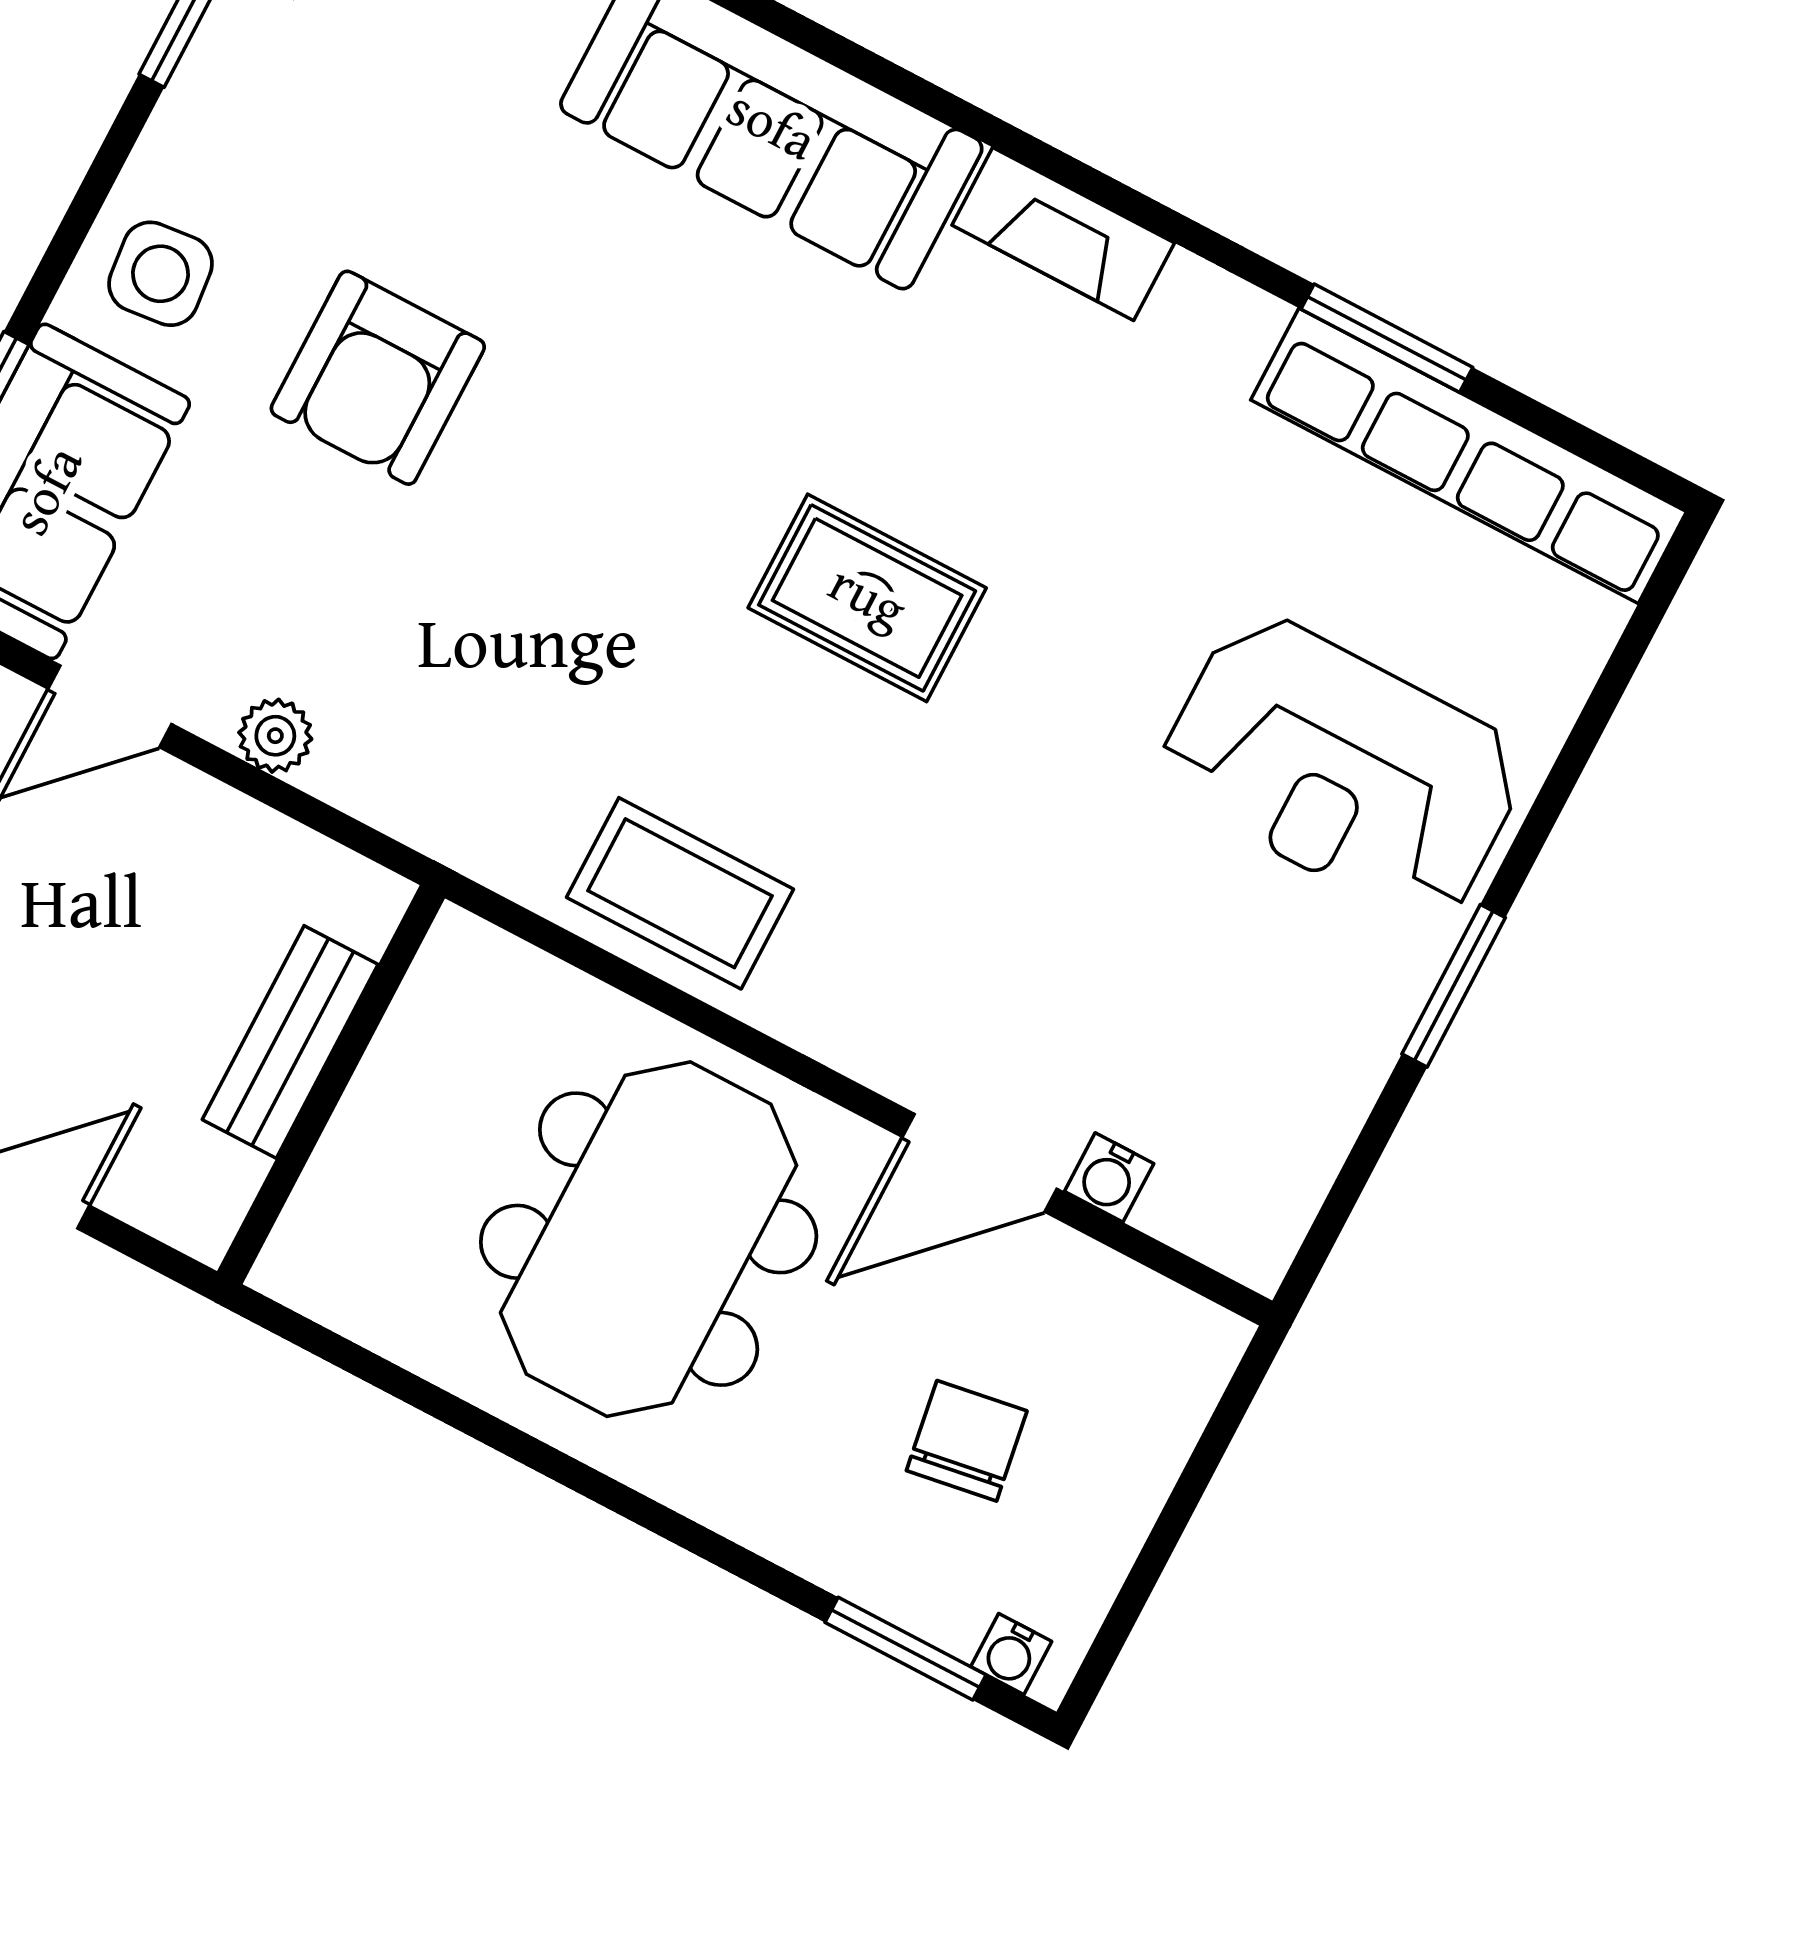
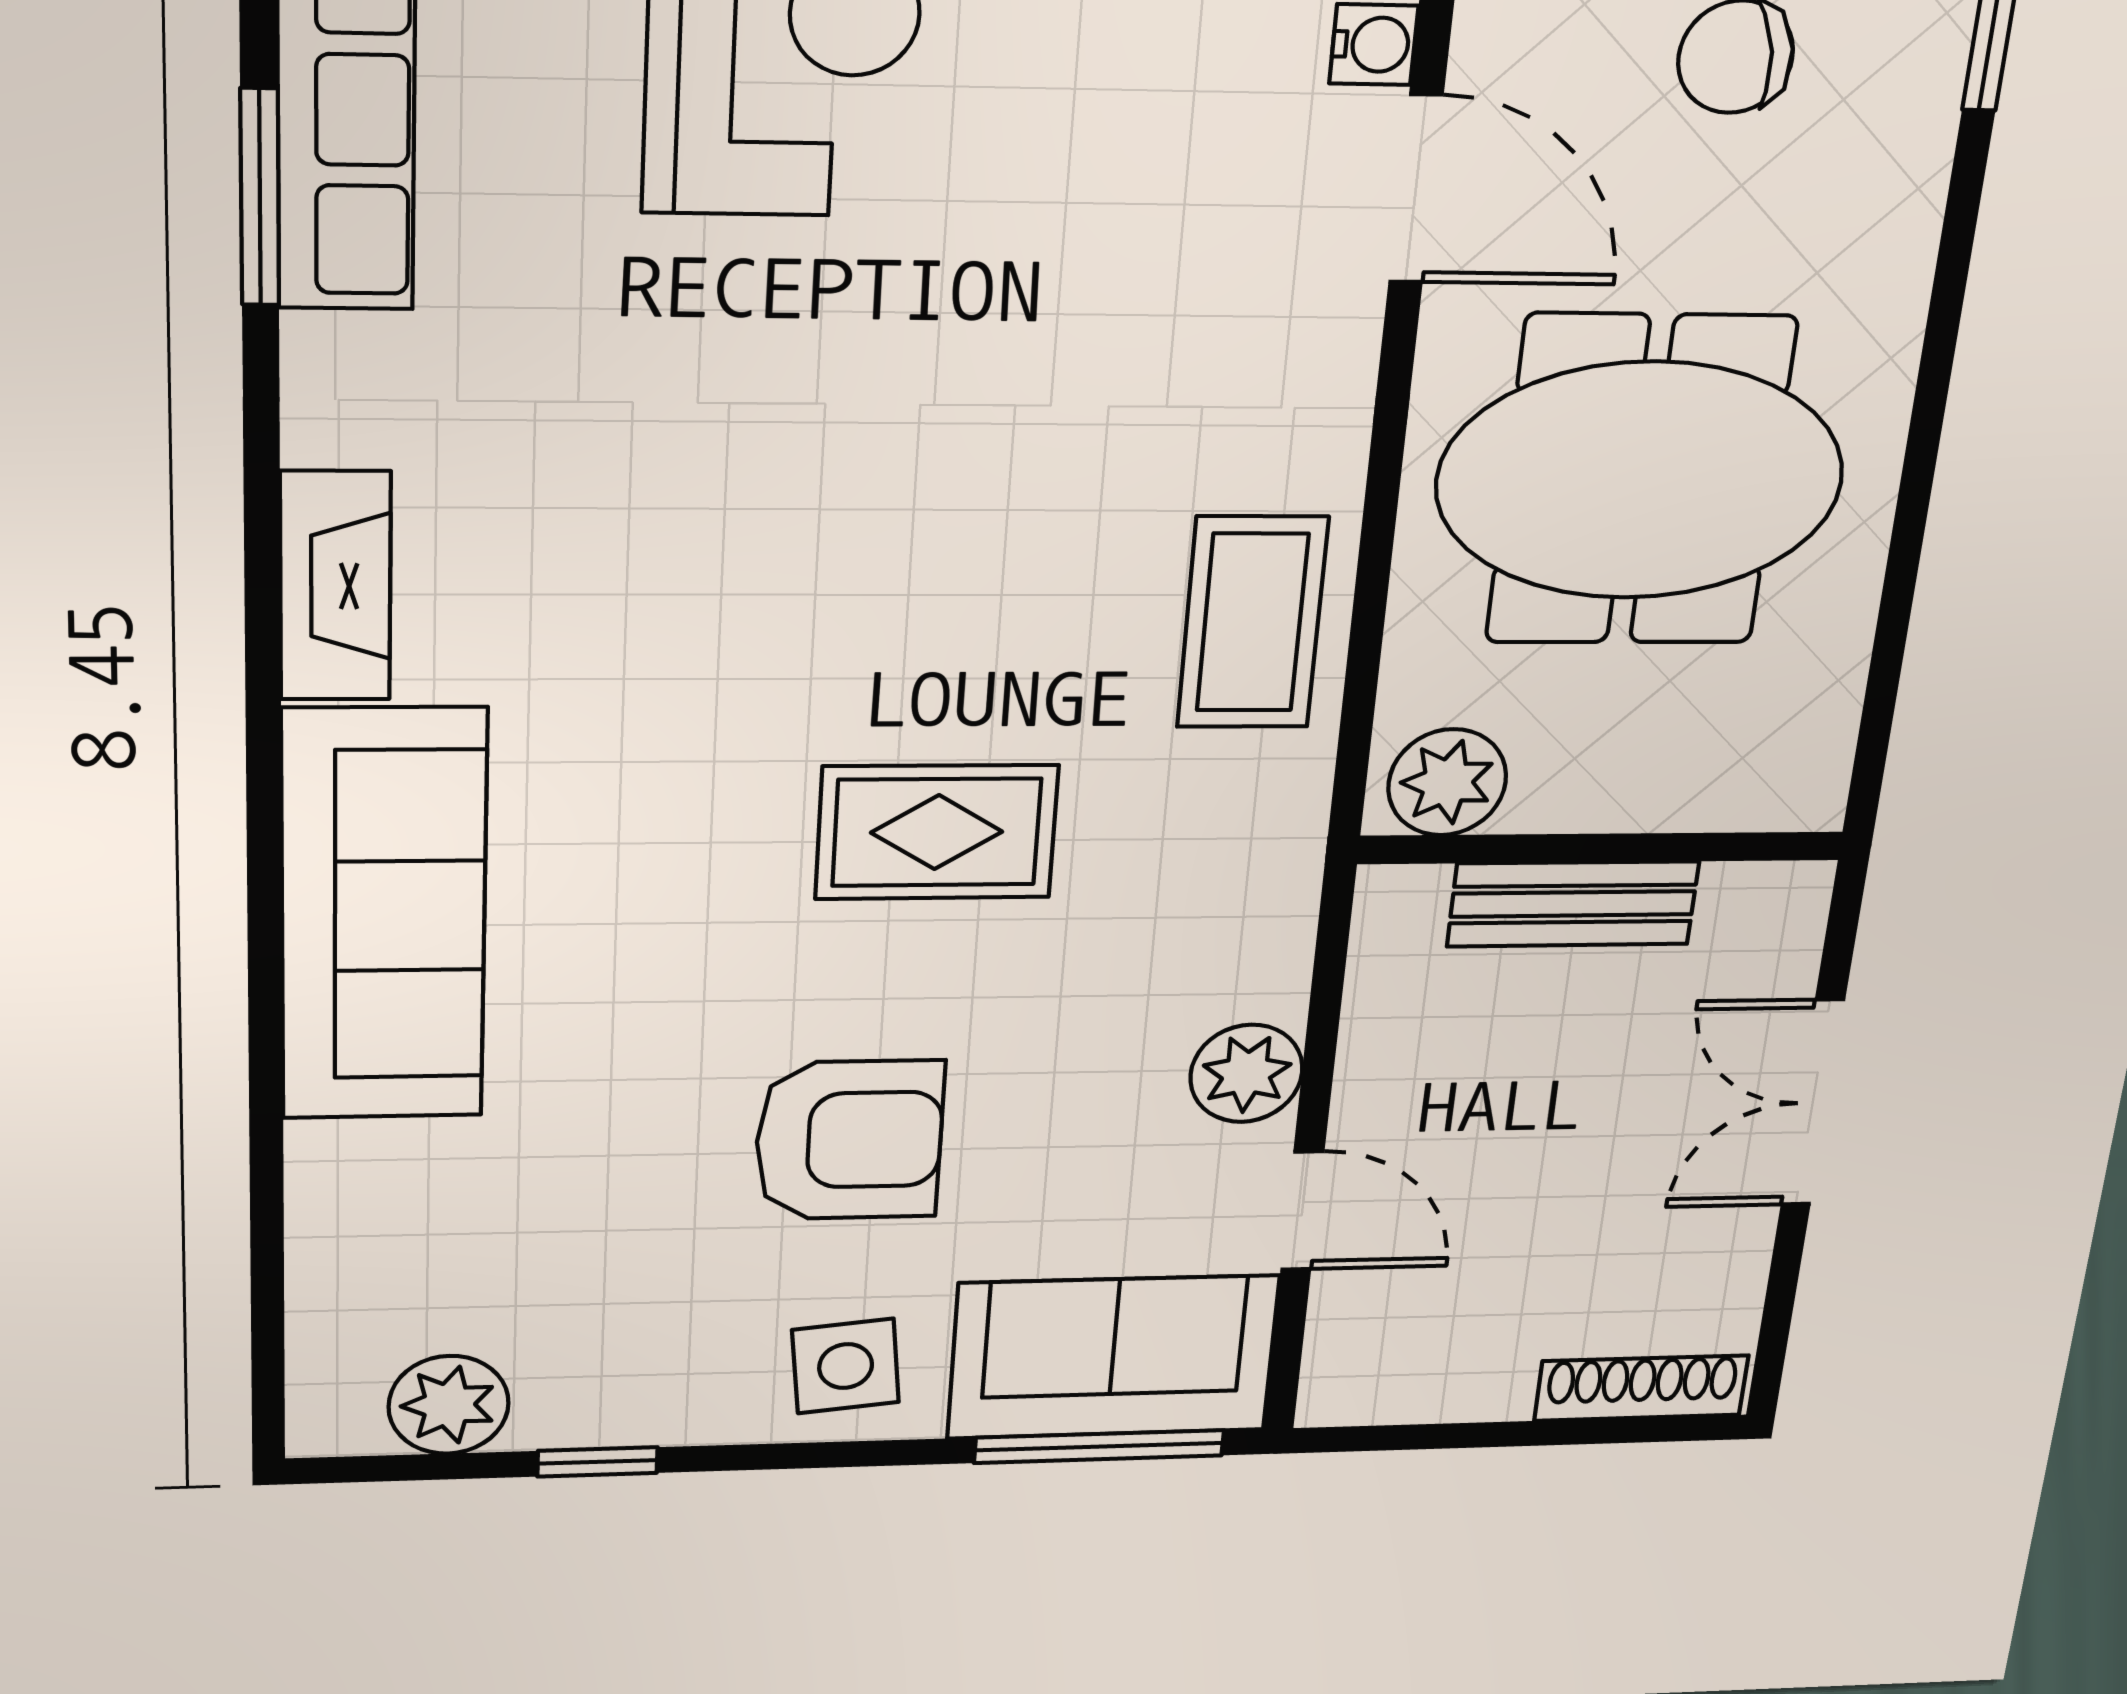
rug: (867, 598) -> (937, 832), moved, turned 90
plant: (275, 736) -> (1246, 1073), width x1.38, depth x1.38
plant: (458, 986) -> (1447, 782), added

